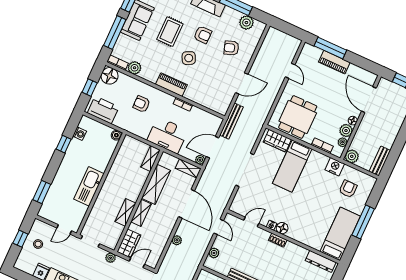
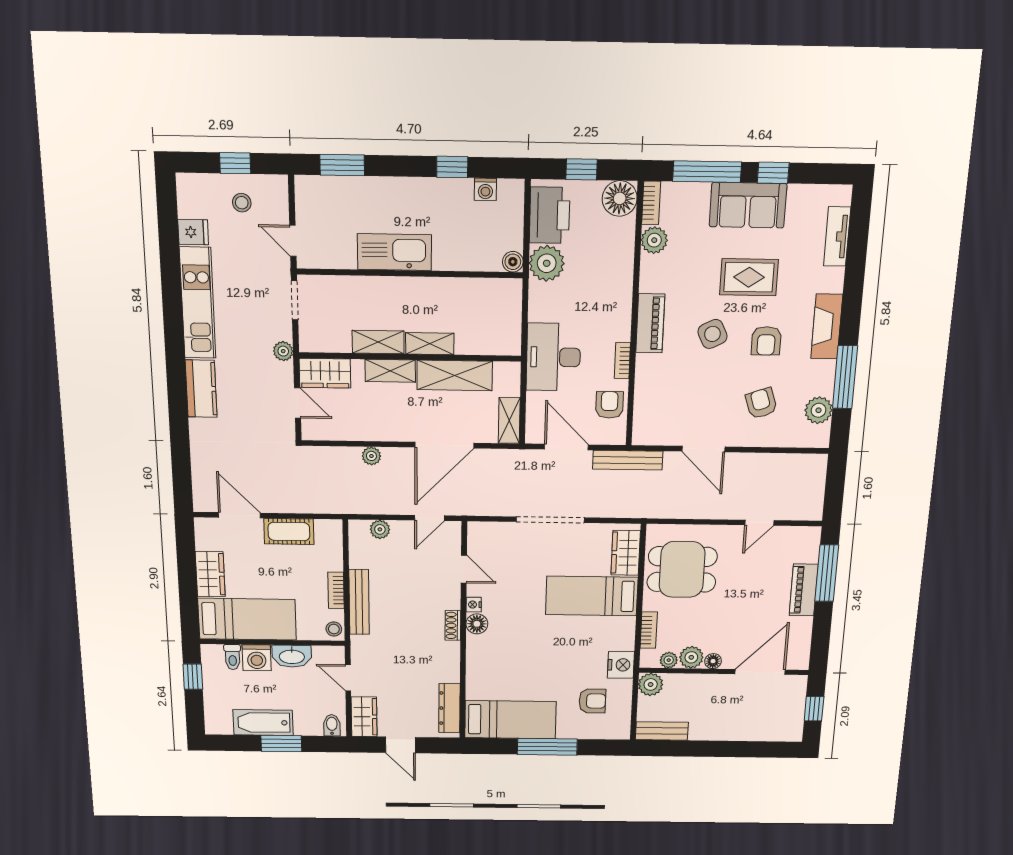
armchair: (142, 104) -> (609, 405), moved
shelving: (151, 158) -> (430, 344), moved
plant: (200, 160) -> (547, 263), moved, width x1.88, depth x1.88

